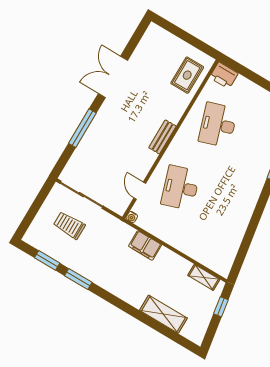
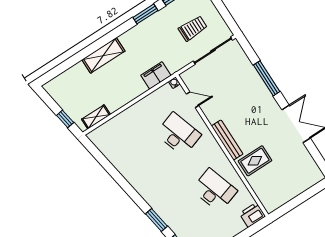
rug: (187, 75) -> (255, 161), moved, turned 90
bench: (162, 137) -> (227, 140), width x1.36
filing cabinet: (145, 245) -> (156, 75), moved
shelving: (163, 314) -> (103, 55), moved

